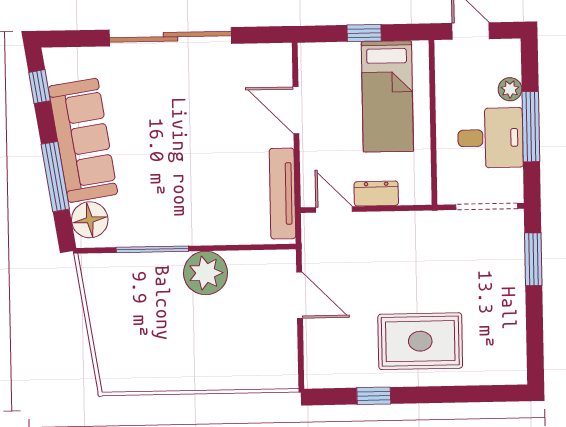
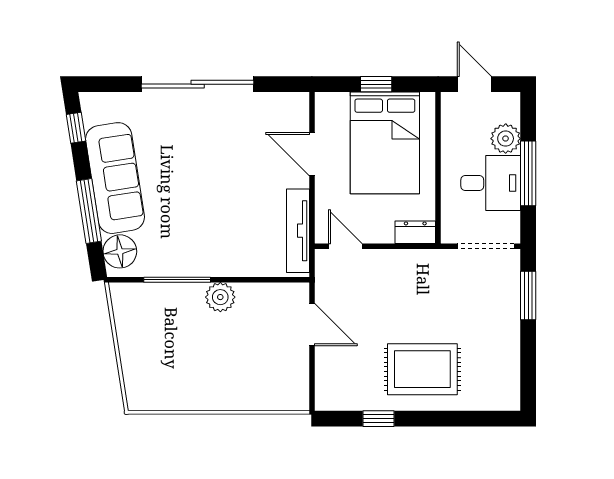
plant: (510, 89) -> (506, 139), width x1.38, depth x1.38
bed: (387, 96) -> (385, 143), width x1.50
dresser: (376, 194) -> (415, 232), moved
plant: (206, 273) -> (220, 297), width x0.73, depth x0.73

